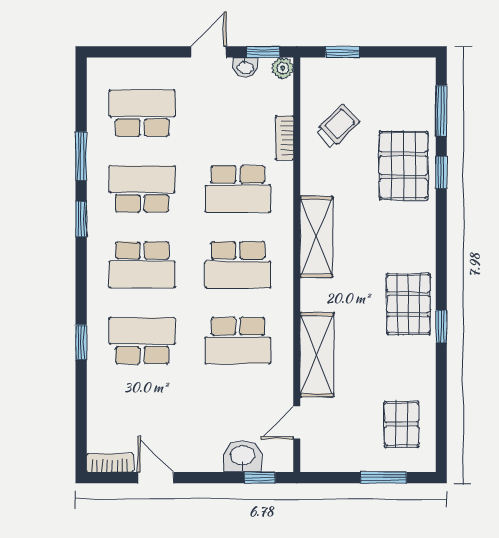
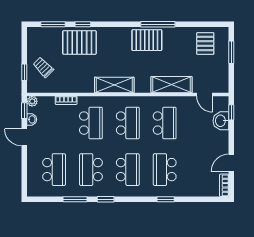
school desk: (142, 113) -> (54, 170), turned 180
trolley: (338, 126) -> (43, 67), moved
window: (441, 327) -> (158, 24), width x2.17
pallet: (402, 424) -> (205, 43), turned 90

